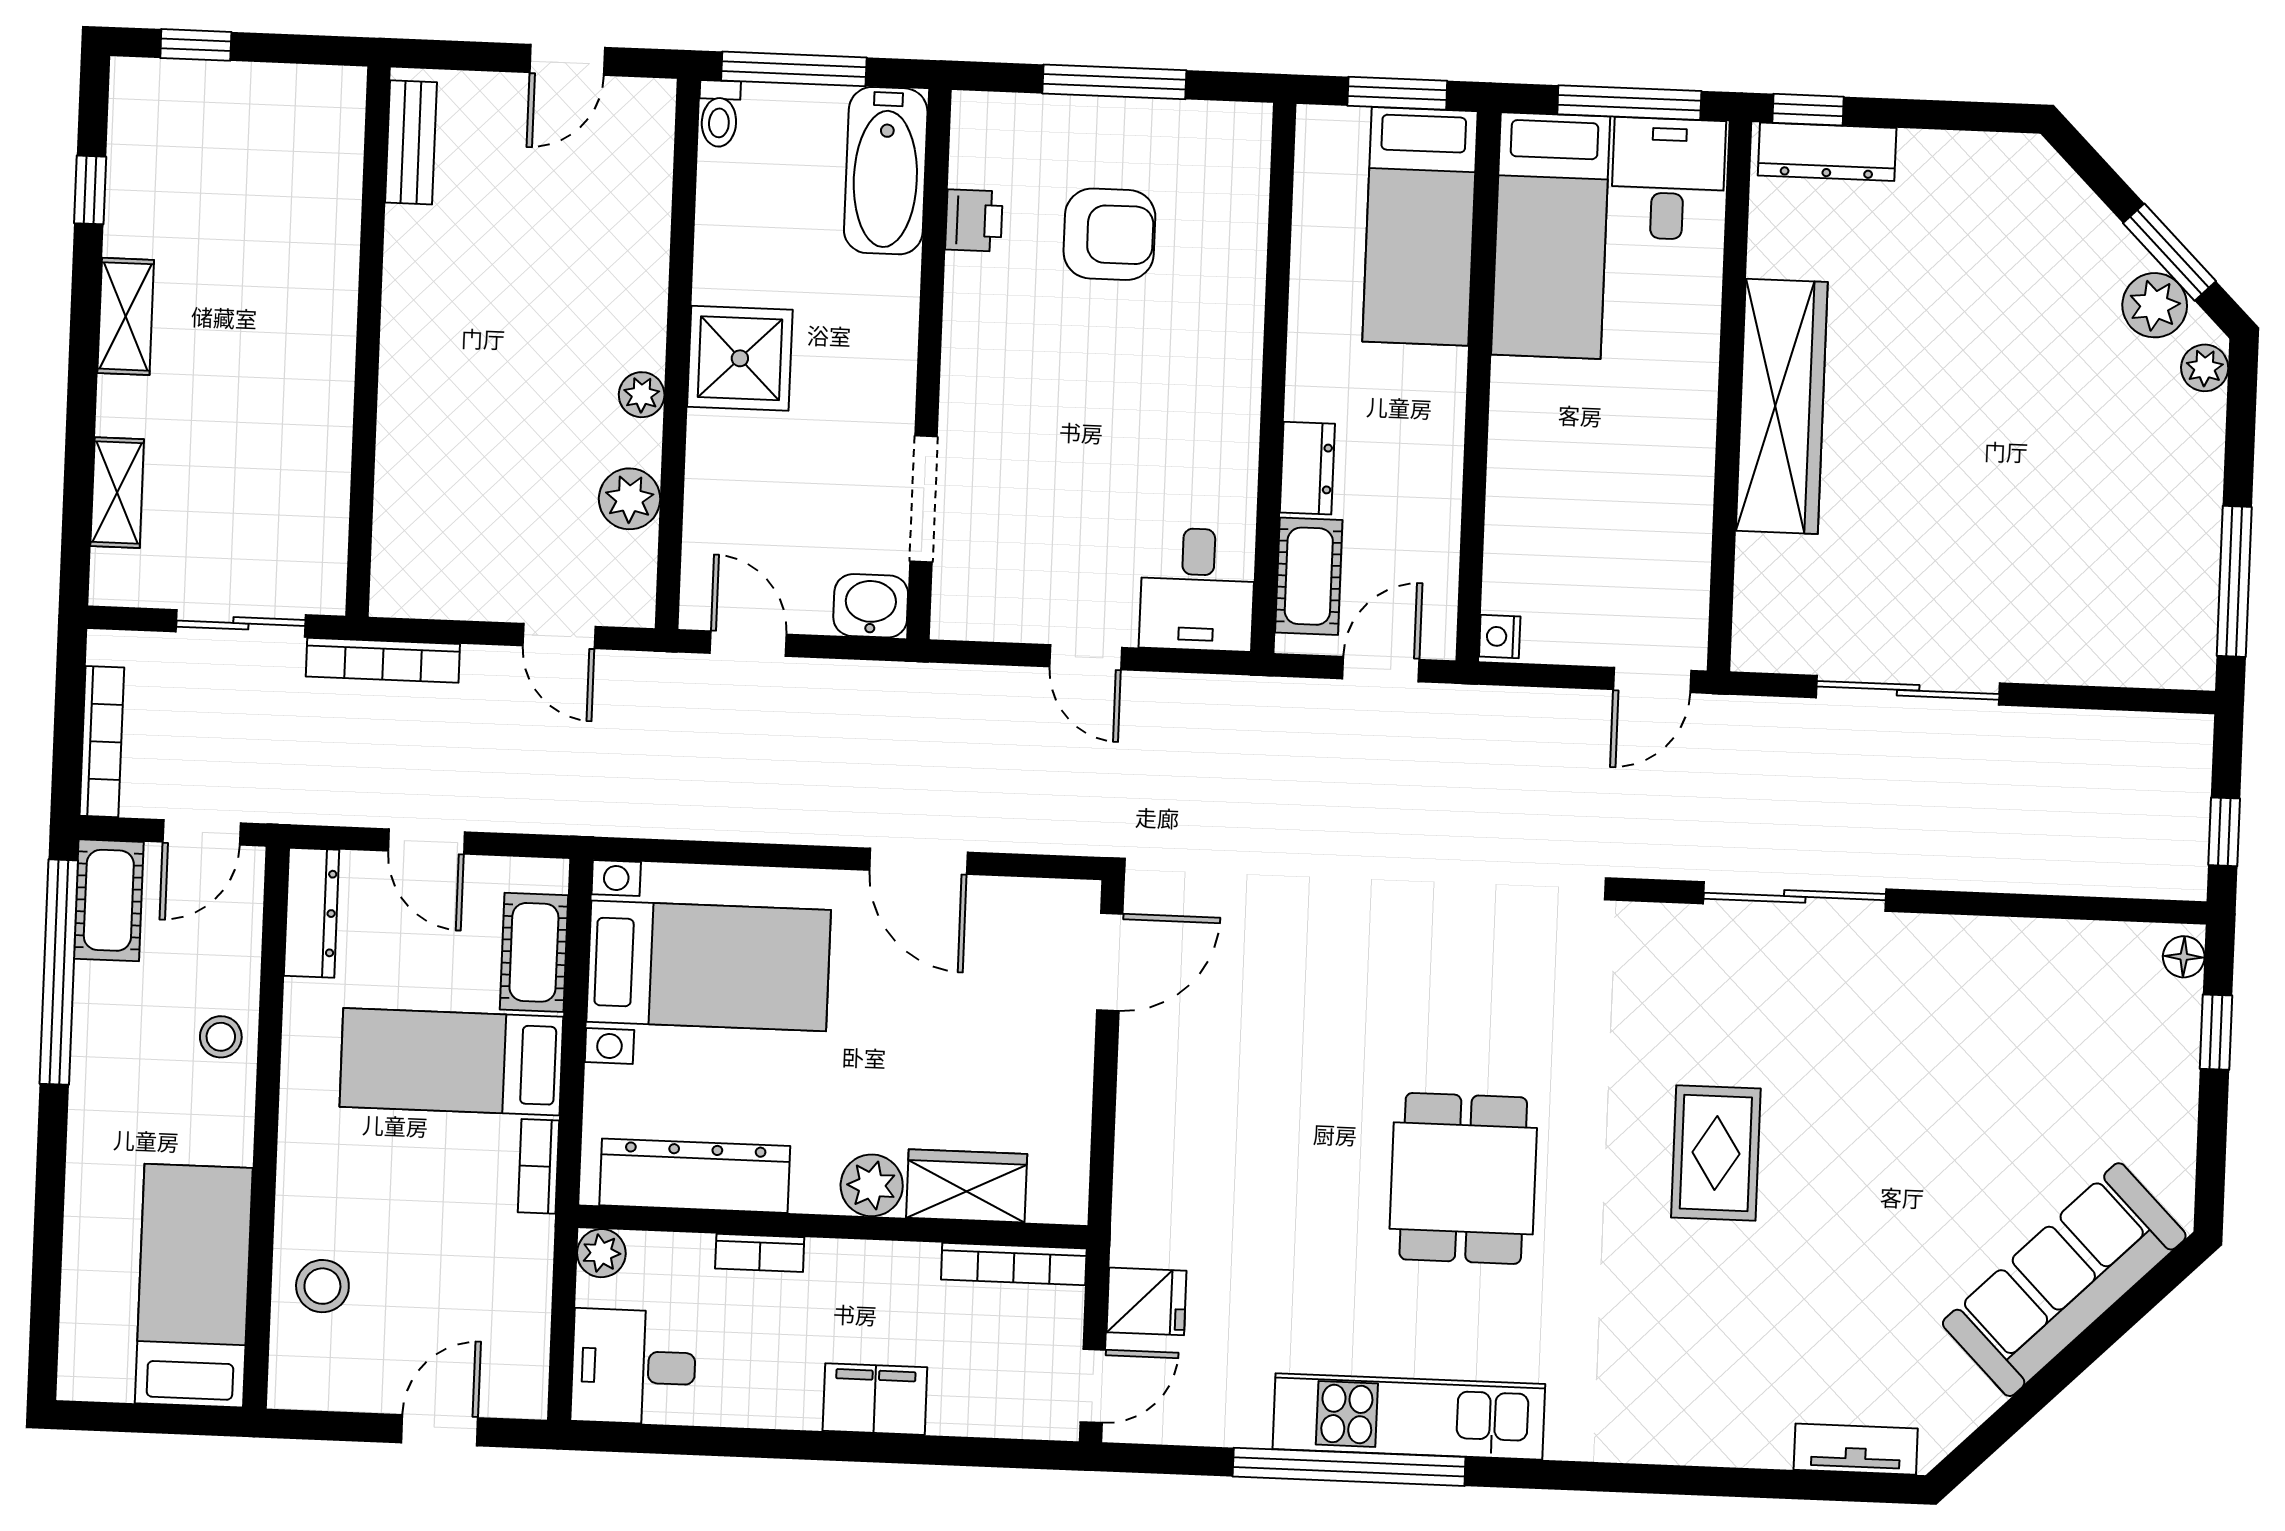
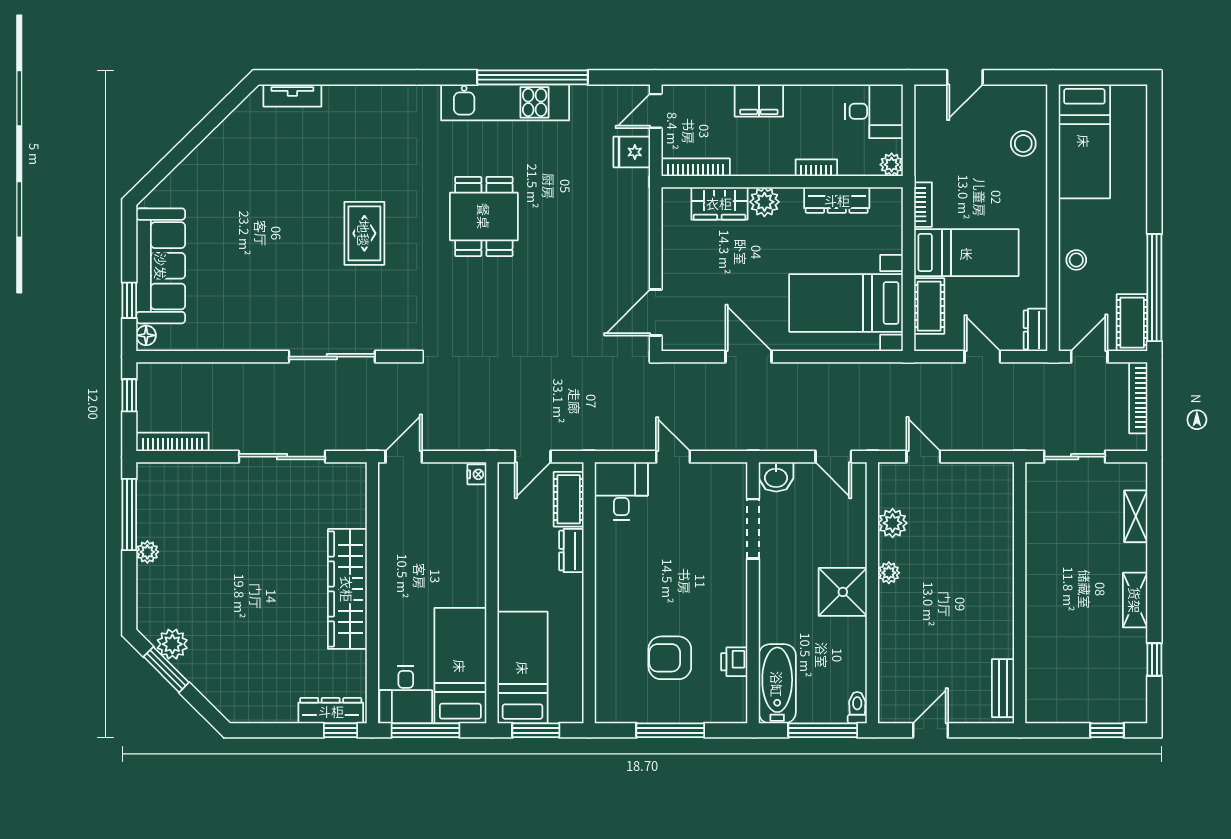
plant: (2205, 368) -> (147, 552), moved
bookcase: (383, 660) -> (172, 442), moved
dresser: (312, 913) -> (1036, 330), width x0.70
dresser: (695, 1176) -> (837, 200), width x0.73, depth x0.80
sofa: (2064, 1280) -> (161, 266), moved, turned -45

